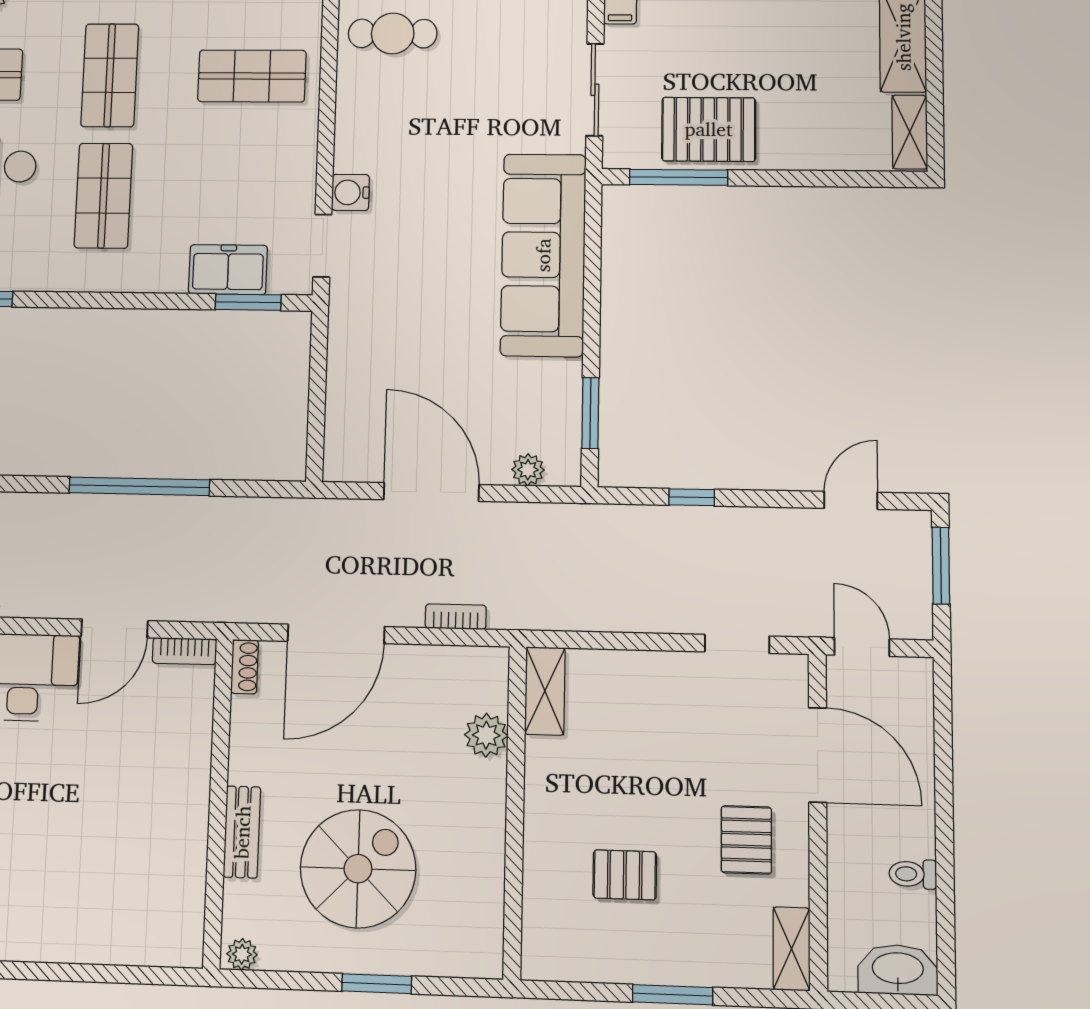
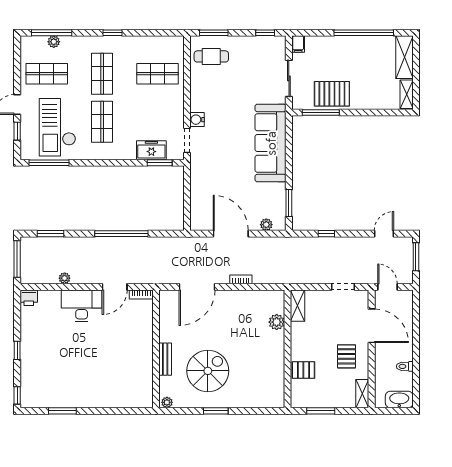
shoe rack: (245, 667) -> (164, 300), removed
shelving: (545, 691) -> (298, 306), moved
plant: (486, 735) -> (277, 322), moved
wall: (515, 811) -> (287, 349), moved

